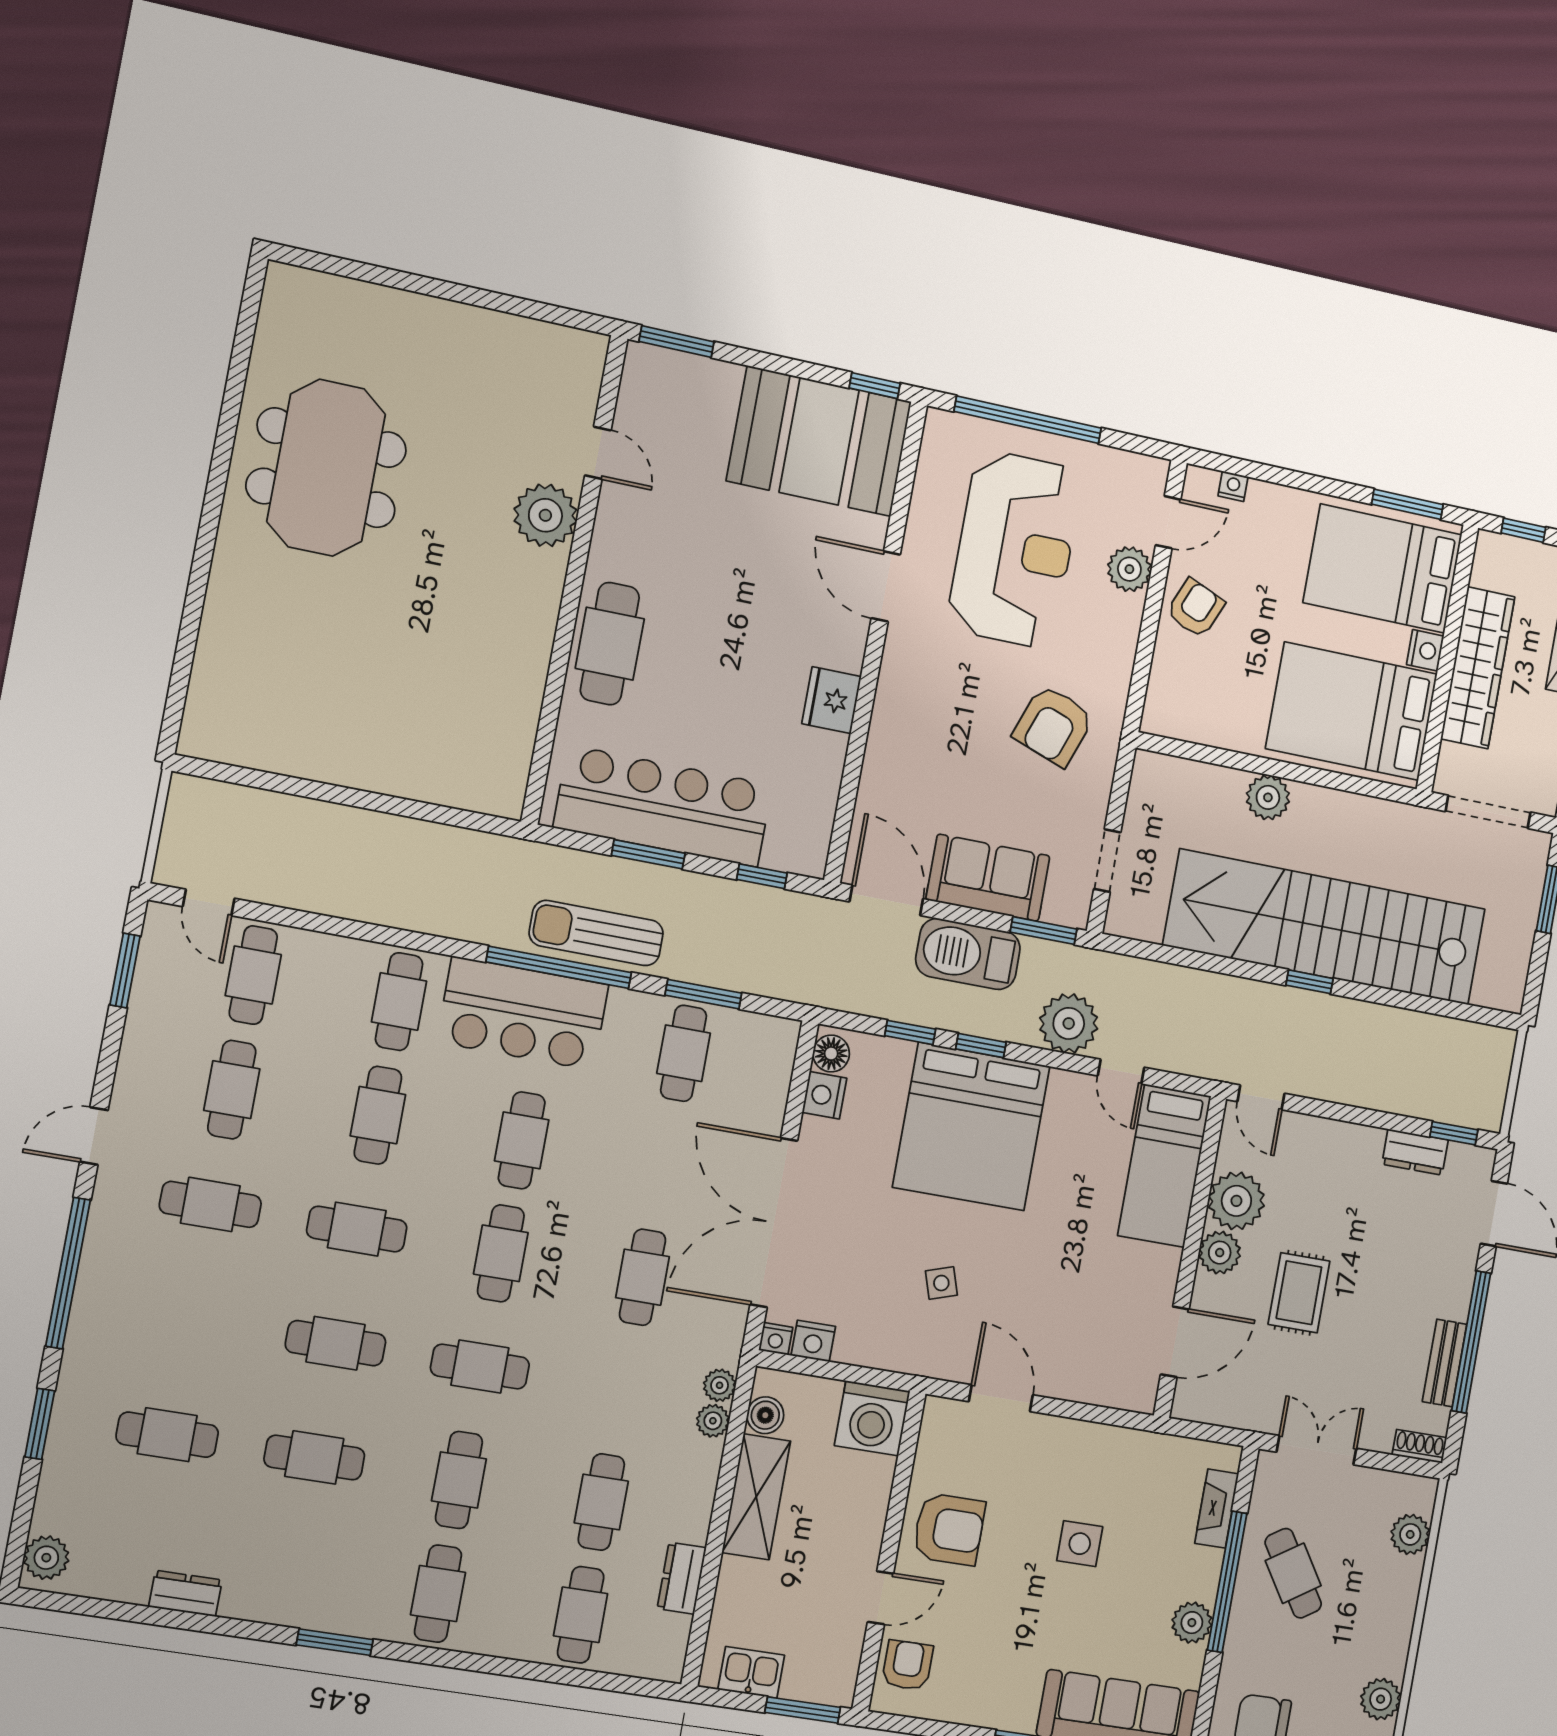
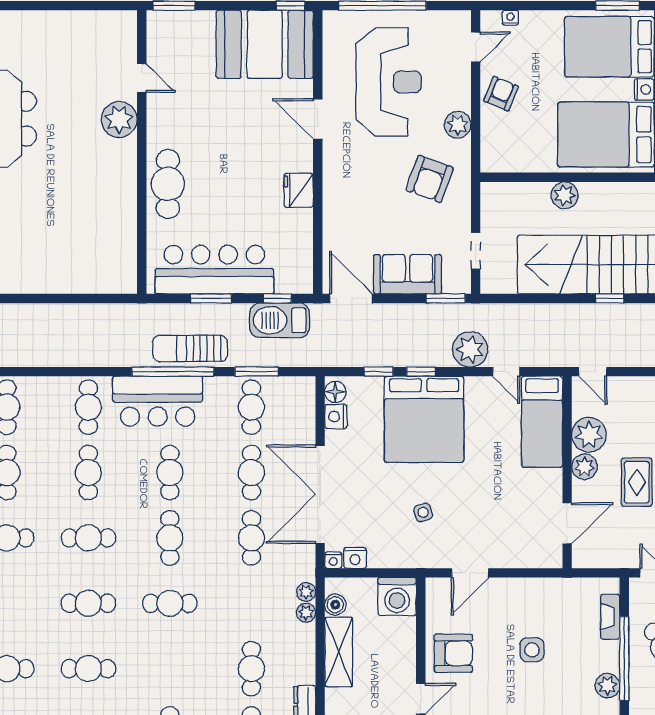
plant: (1129, 569) -> (458, 125), moved
barbecue: (968, 954) -> (280, 320), moved
door: (1001, 1398) -> (470, 573), swing flipped
cafe table: (459, 1480) -> (251, 473), moved

